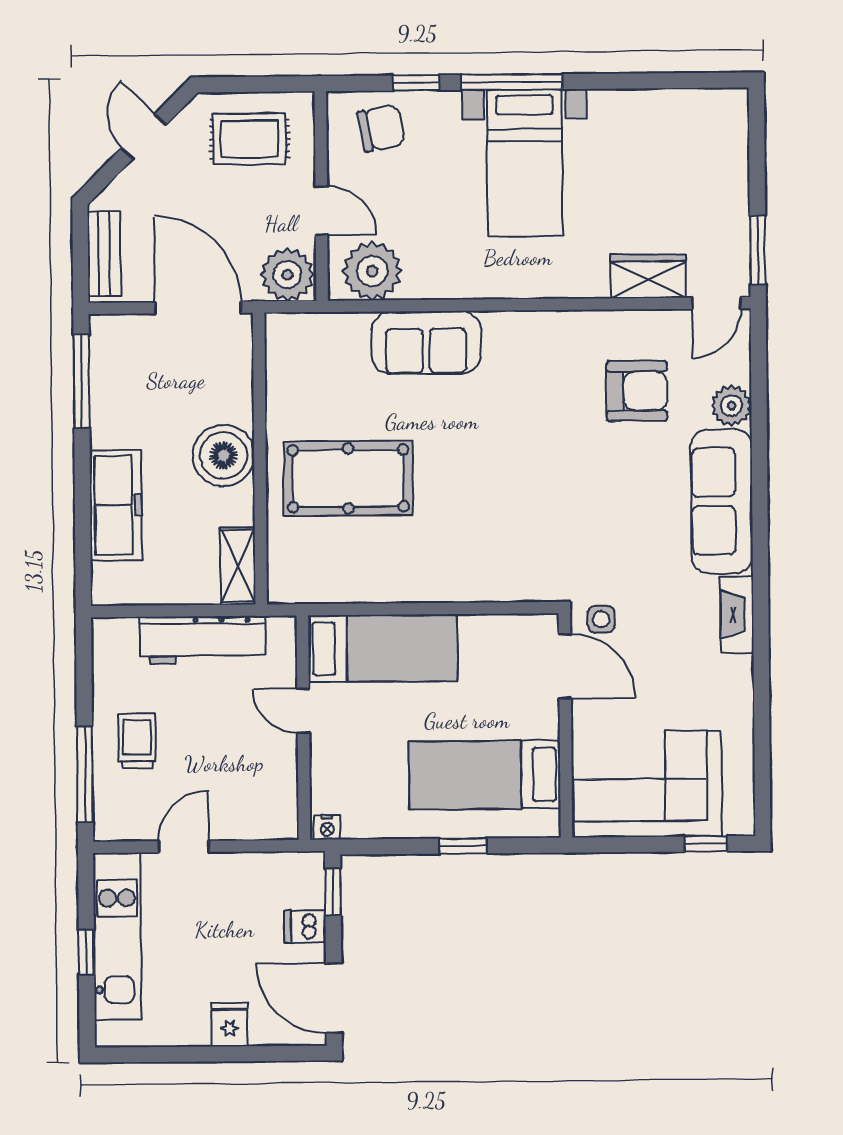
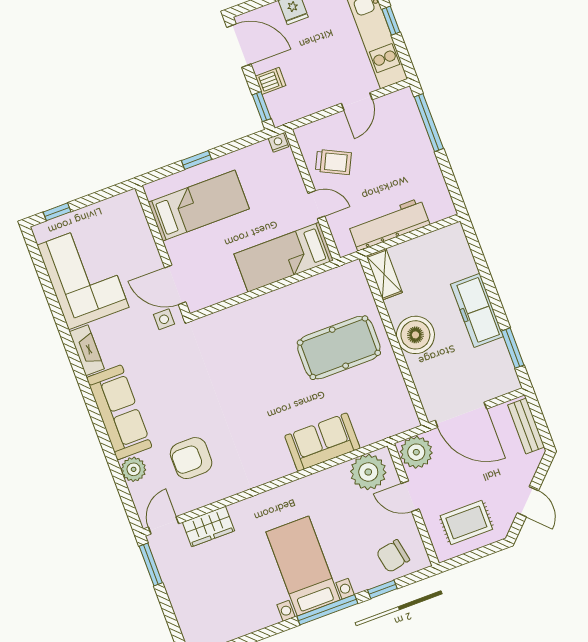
window: (81, 381) -> (513, 348), width x0.69
freezer: (116, 505) -> (477, 310), moved
trolley: (137, 741) -> (333, 162), moved, turned -64
corner sofa: (648, 784) -> (83, 276), moved, turned -90

